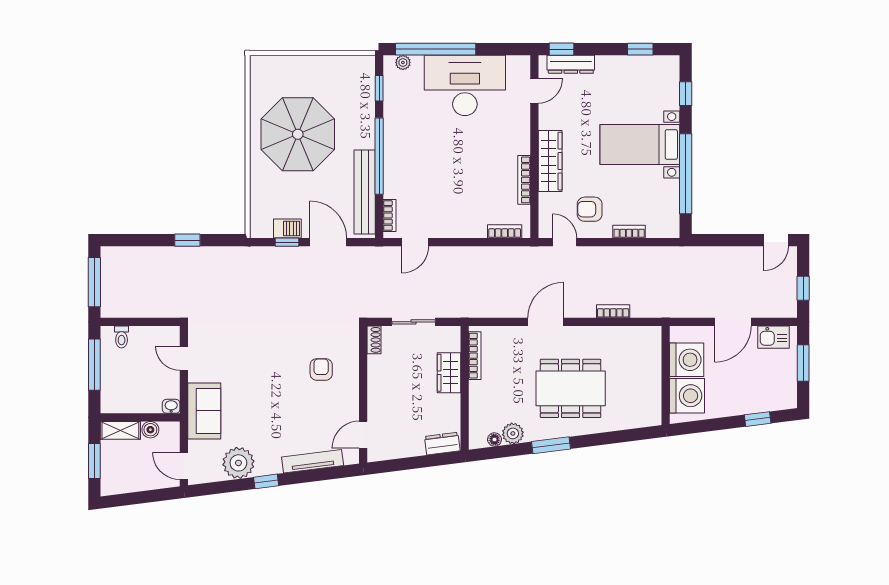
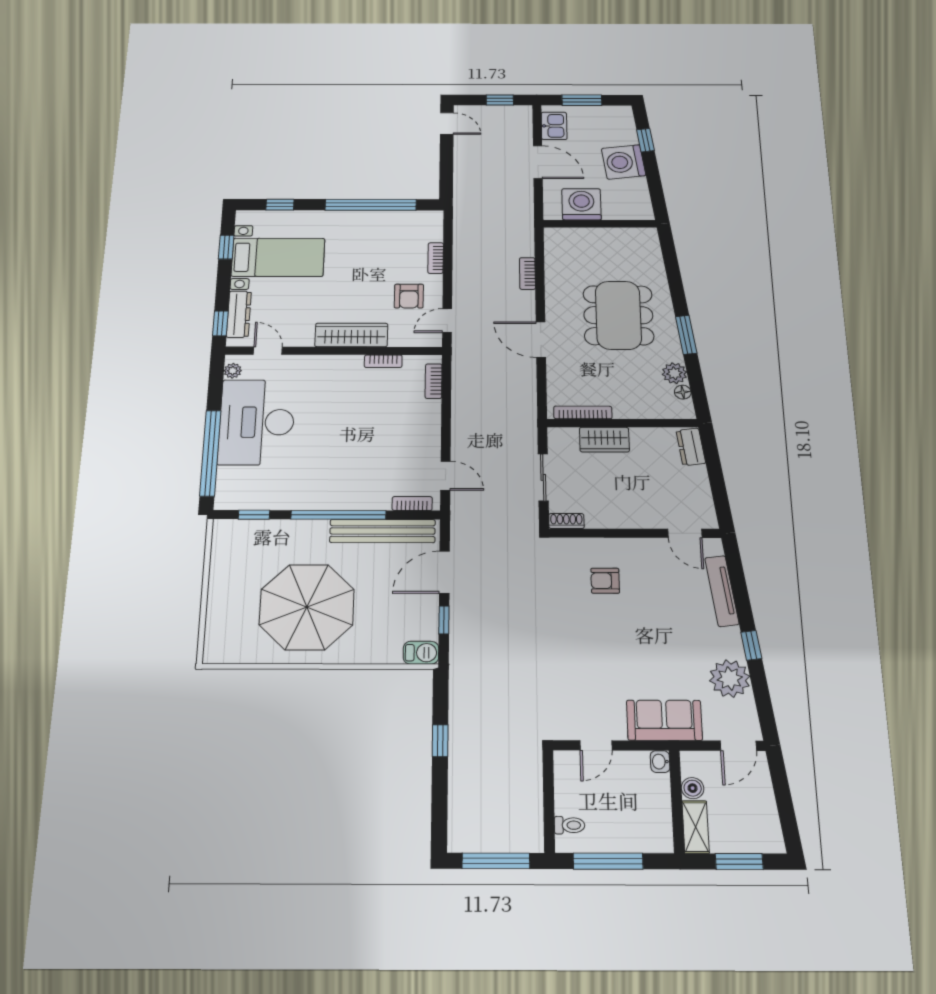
plant: (403, 62) -> (233, 371), moved
bed with nightstands: (640, 144) -> (278, 257), moved, turned -90
bookcase: (524, 180) -> (383, 361), width x0.64
barbecue: (287, 228) -> (421, 653), moved, turned 90
washing machine: (687, 396) -> (624, 162), moved, turned -97

